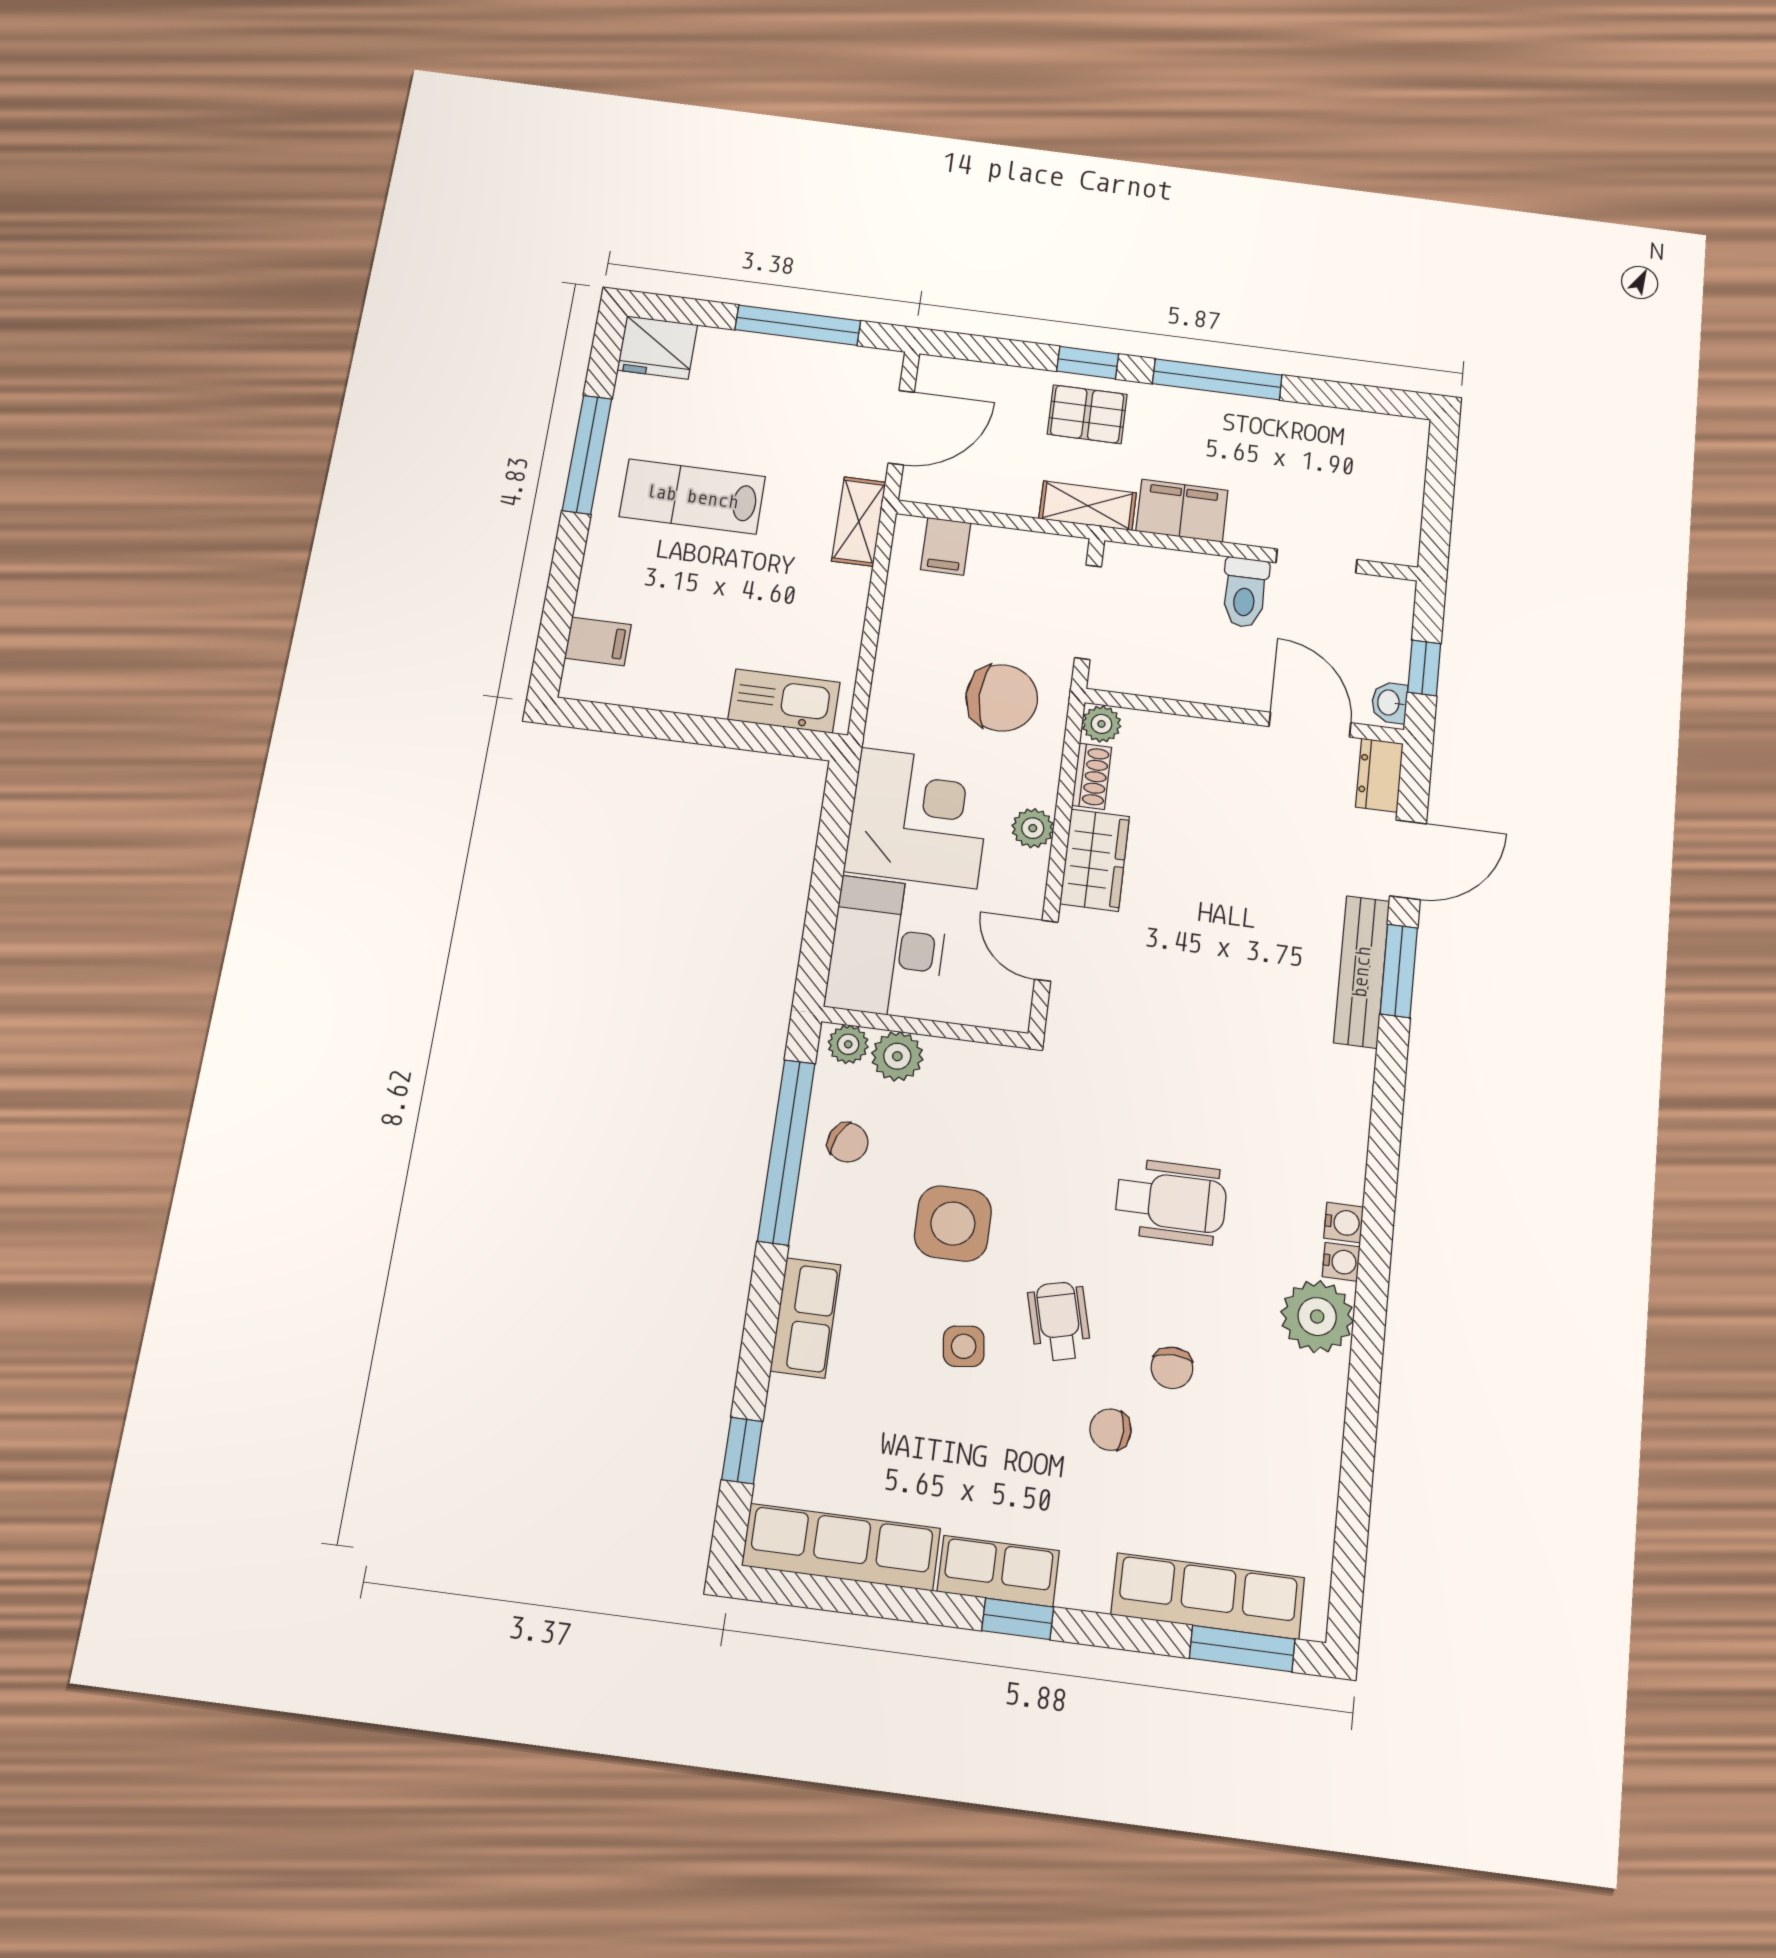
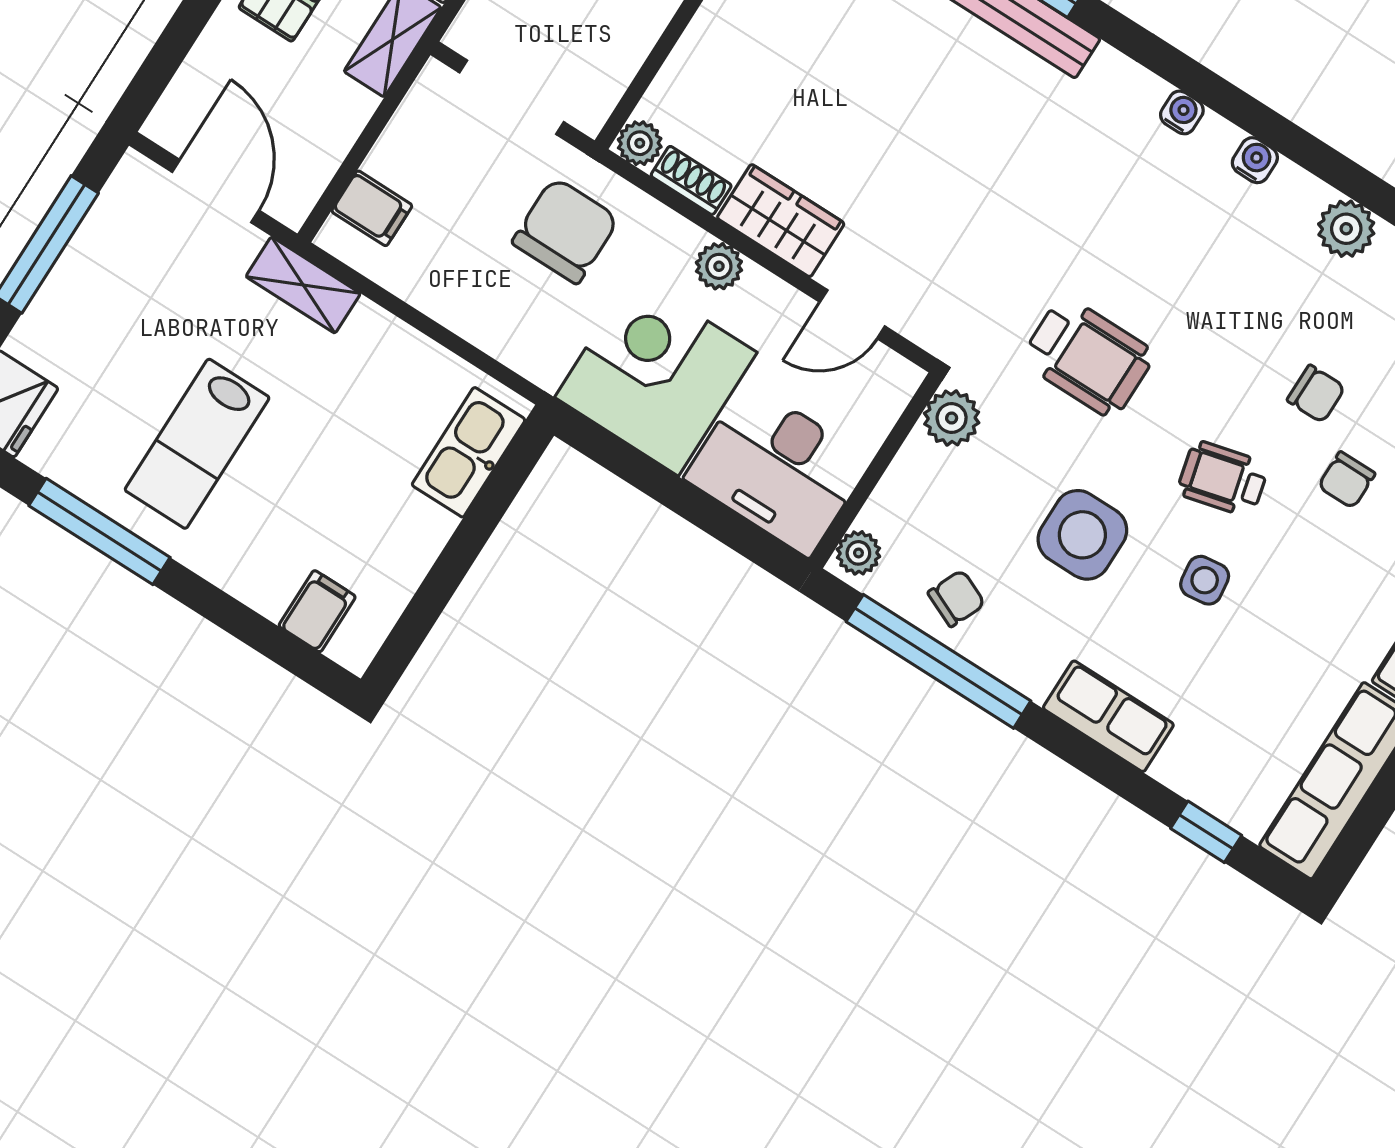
plant: (897, 1056) -> (952, 418), moved
wheelchair: (1171, 1201) -> (1088, 357), moved, turned 90
water cooler: (1341, 1262) -> (1182, 112), moved
plant: (1317, 1317) -> (1346, 229), width x0.73, depth x0.73

